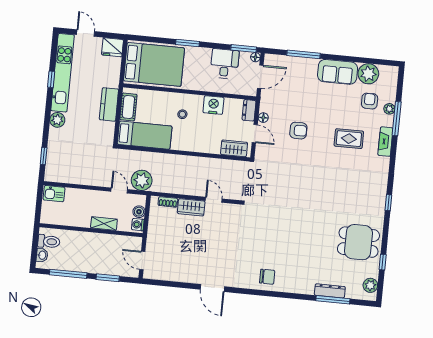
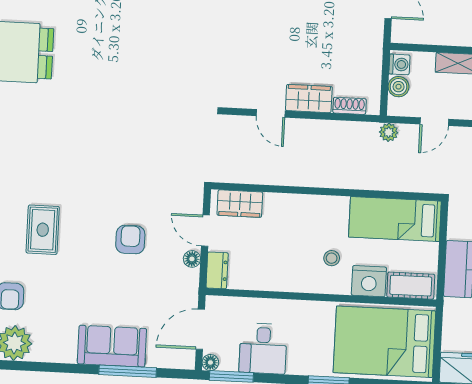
sofa: (338, 72) -> (112, 346), moved
nightstand: (213, 105) -> (369, 281), moved
cot: (128, 107) -> (411, 286), moved, turned 90
armchair: (298, 131) -> (130, 240), turned 90
rug: (349, 139) -> (43, 230), turned 90
plant: (142, 180) -> (389, 132), width x0.53, depth x0.53
door: (119, 190) -> (434, 122), hinge flipped

